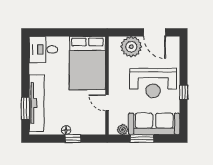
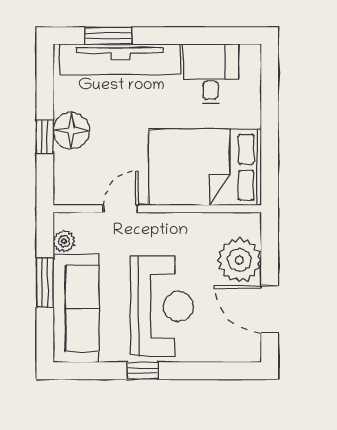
door: (155, 32) -> (270, 309), hinge flipped
desk: (43, 49) -> (211, 74), moved
reception desk: (153, 83) -> (162, 306), turned 180
floor lamp: (66, 130) -> (71, 131), width x1.89, depth x1.89

